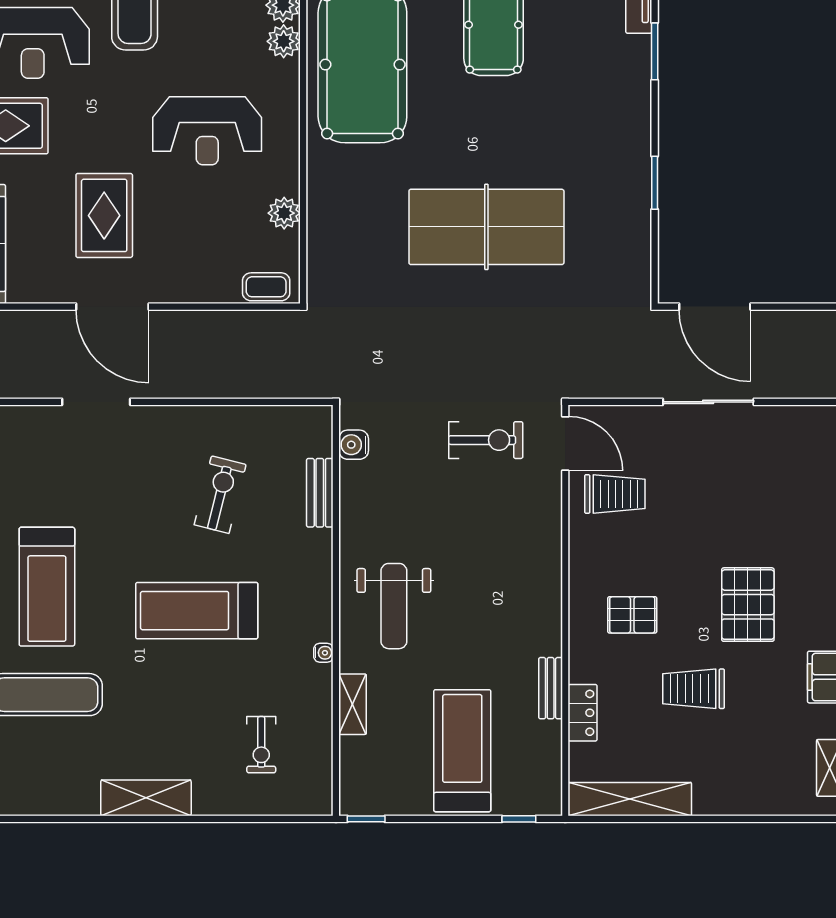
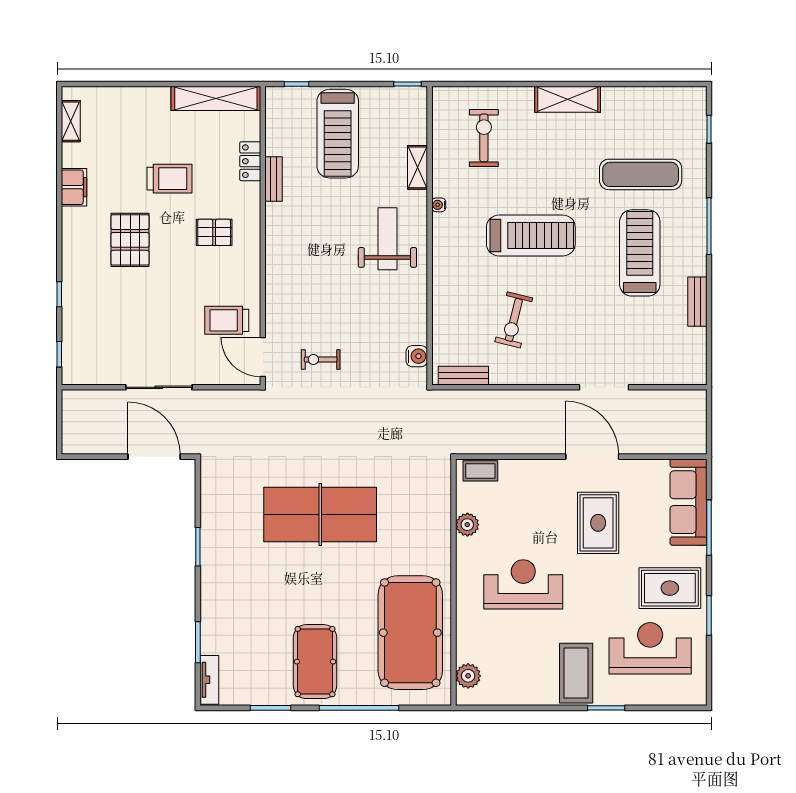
plant: (284, 41) -> (468, 650), removed
exercise bike: (486, 440) -> (321, 360), width x0.73, depth x0.72
bench: (320, 493) -> (463, 376), moved, turned 90
exercise bike: (261, 745) -> (484, 138), width x1.38, depth x1.39

